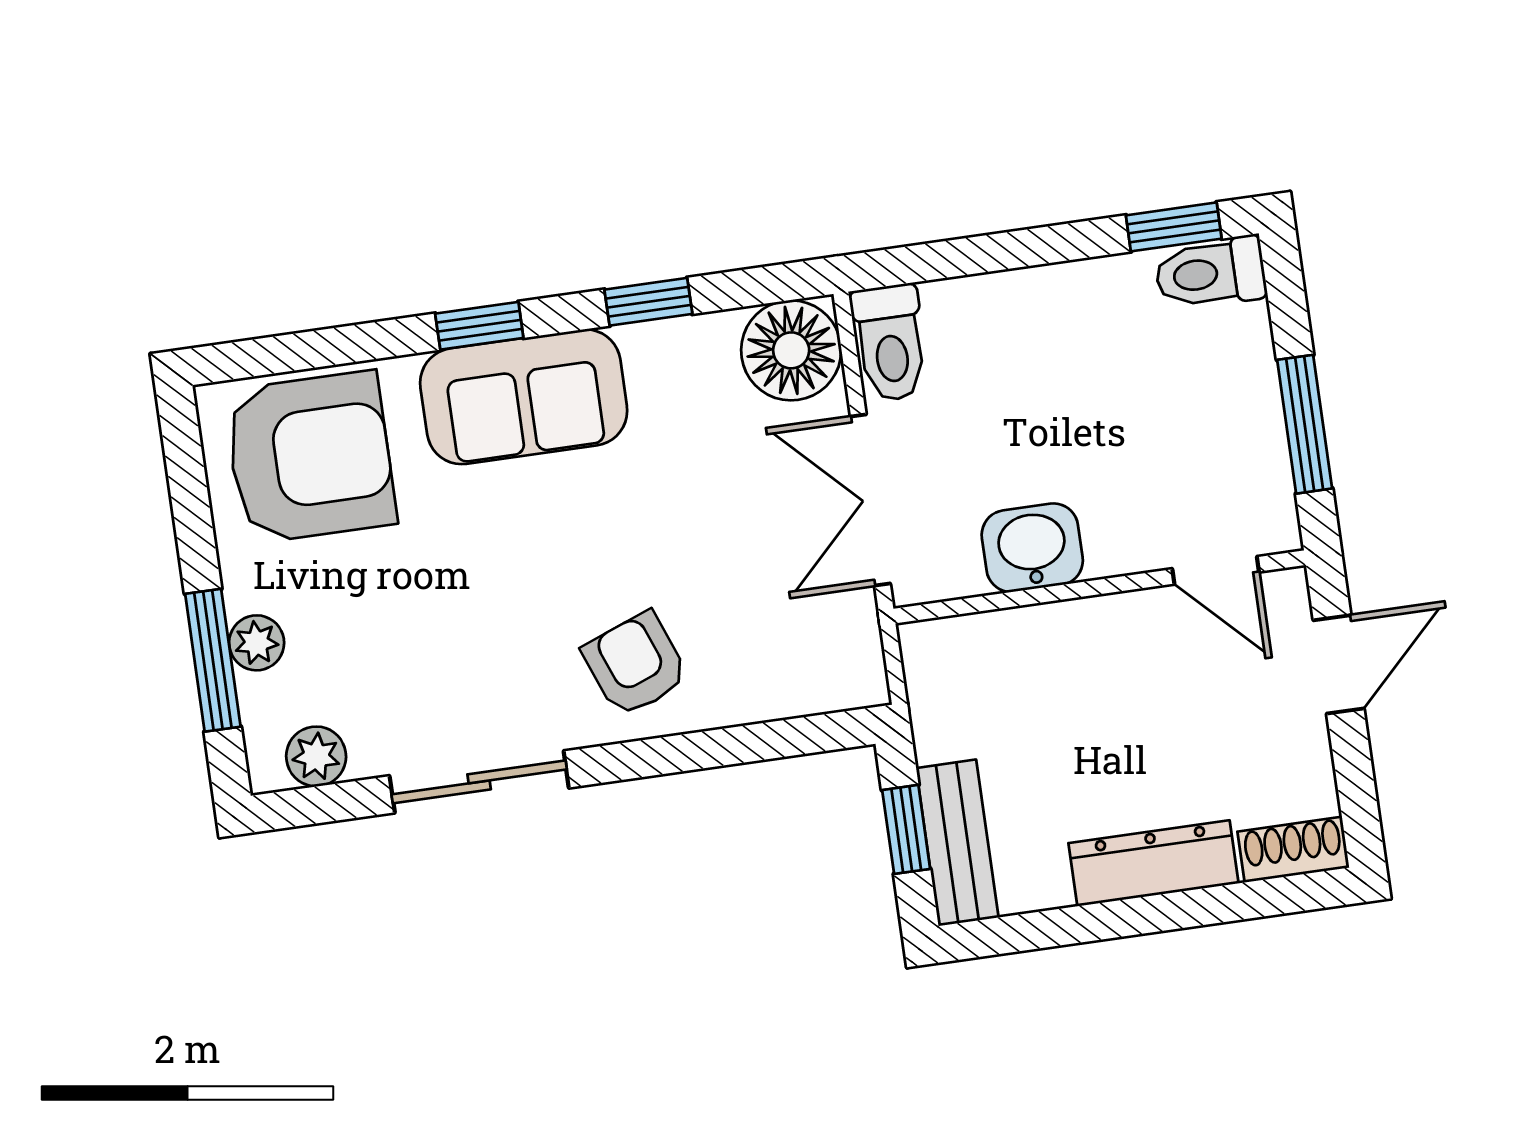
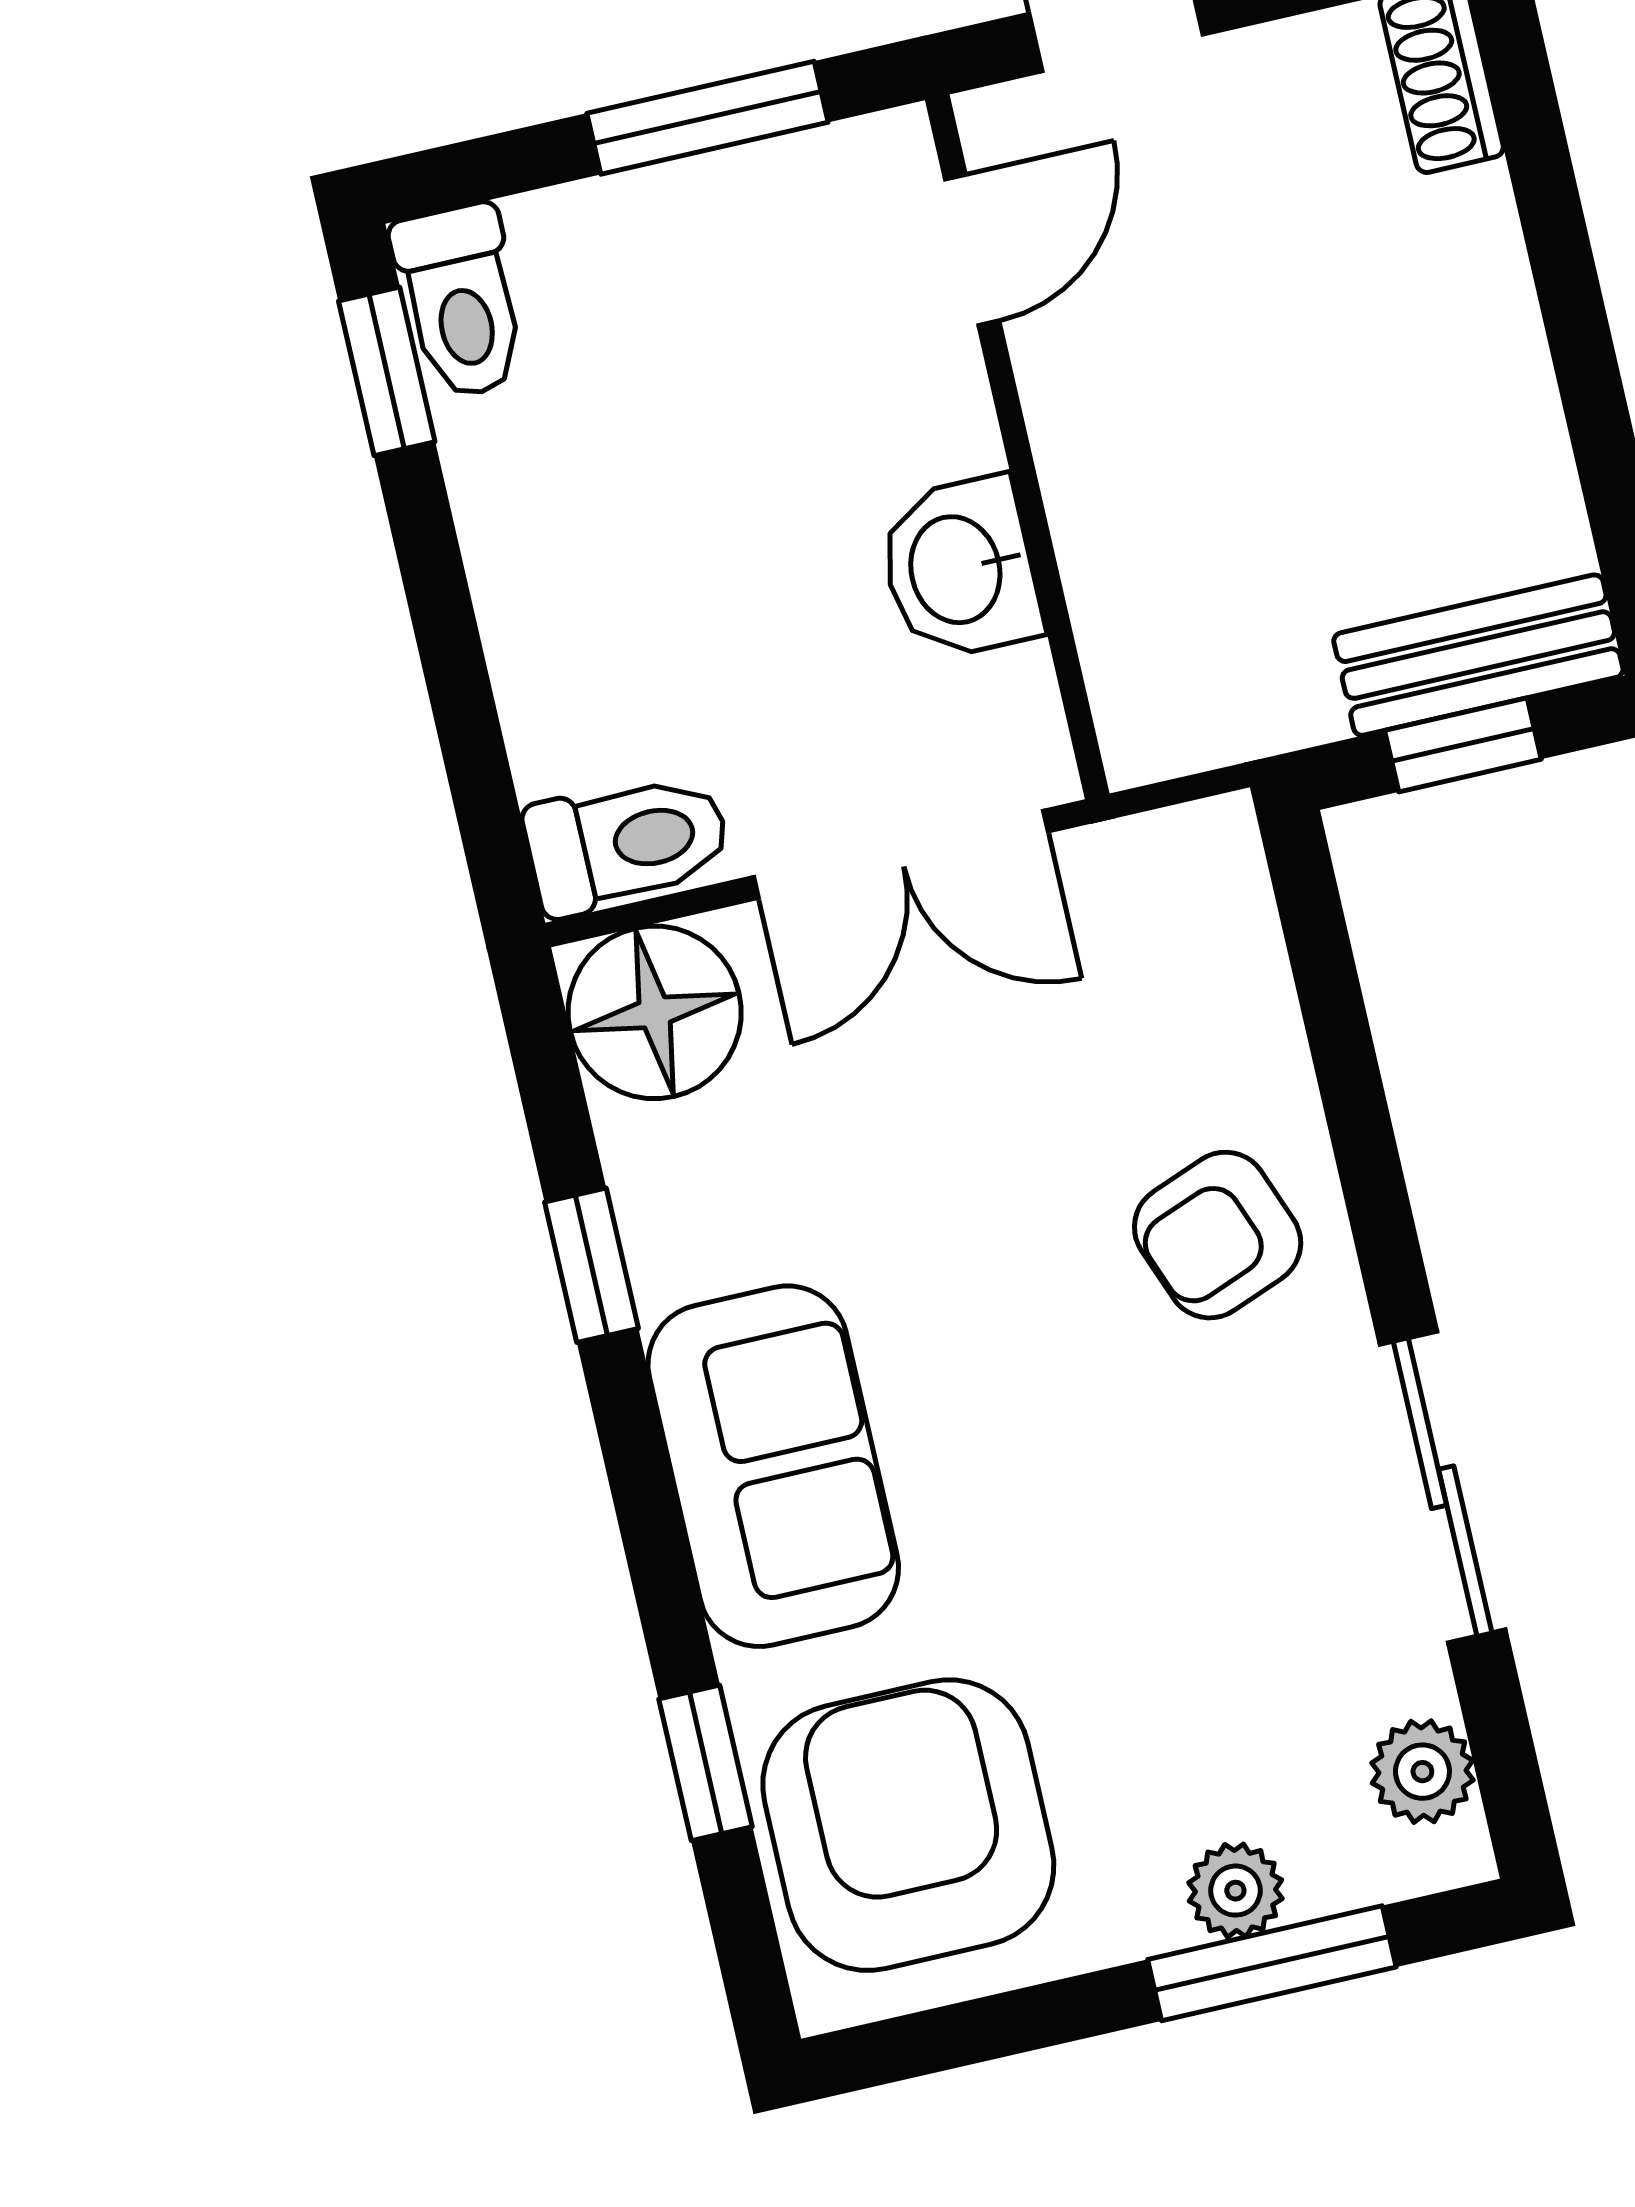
window: (479, 326) -> (706, 1763), moved
dresser: (1154, 863) -> (1485, 314), removed

